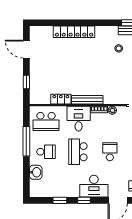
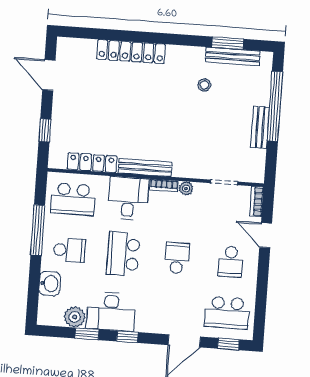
locker: (61, 99) -> (92, 163), width x1.53
desk: (94, 186) -> (111, 311), moved
plant: (52, 191) -> (75, 317), added

